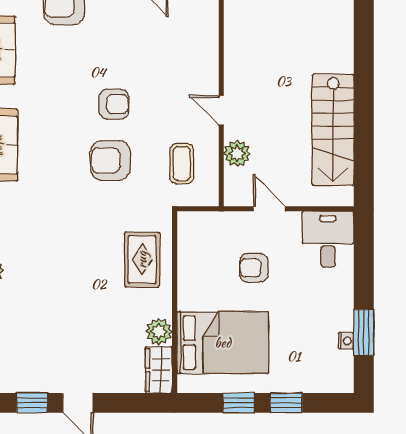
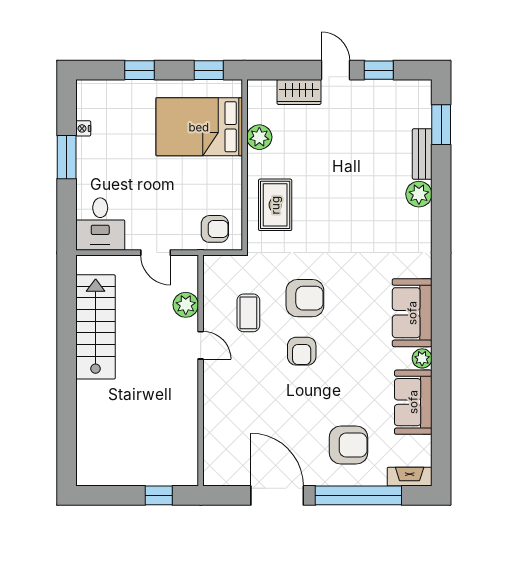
armchair: (114, 104) -> (302, 351), turned -90
coffee table: (182, 164) -> (248, 313), moved
armchair: (254, 268) -> (215, 229), moved
window: (364, 333) -> (67, 157), moved
wardrobe: (159, 370) -> (299, 92), moved, turned 90
window: (239, 403) -> (209, 70), moved

